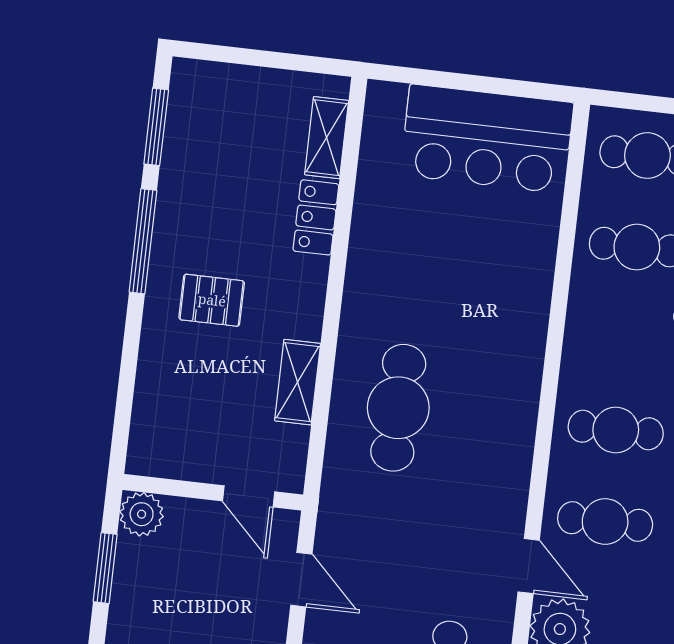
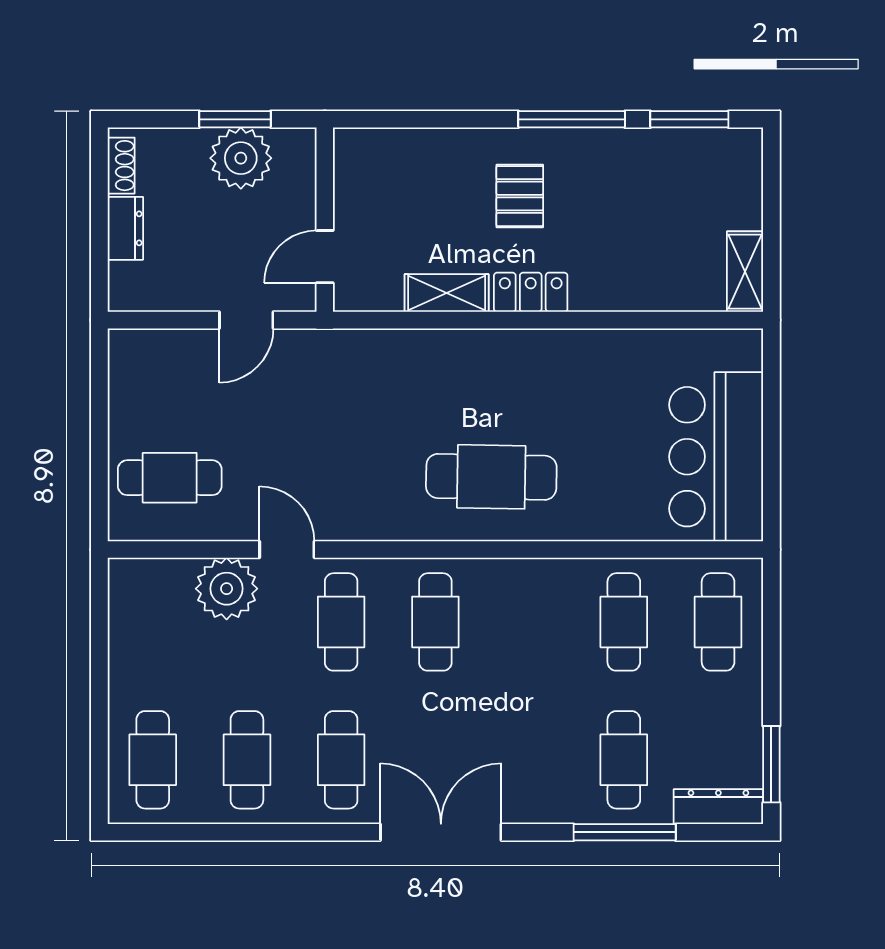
shelving: (327, 138) -> (745, 272), moved, turned 90
locker: (316, 217) -> (531, 292), moved
cafe table: (398, 408) -> (491, 477), moved
plant: (142, 514) -> (241, 158), moved, width x1.36, depth x1.36
door: (529, 566) -> (287, 550), swing flipped

